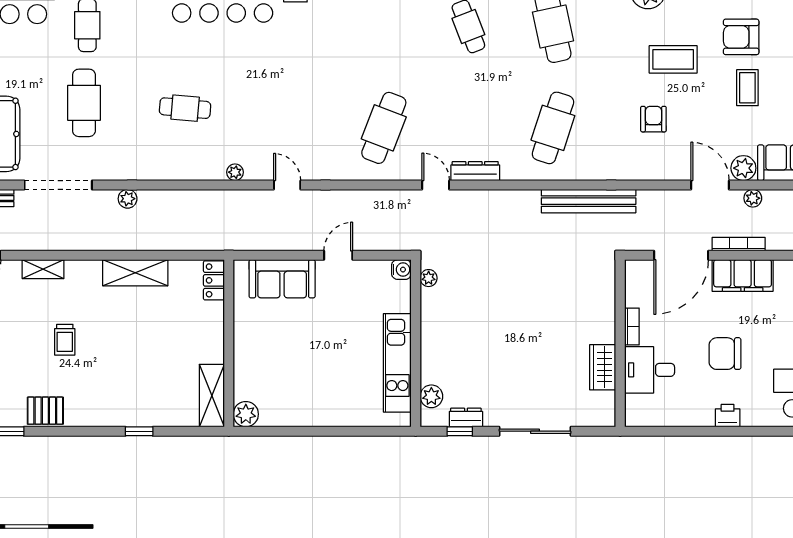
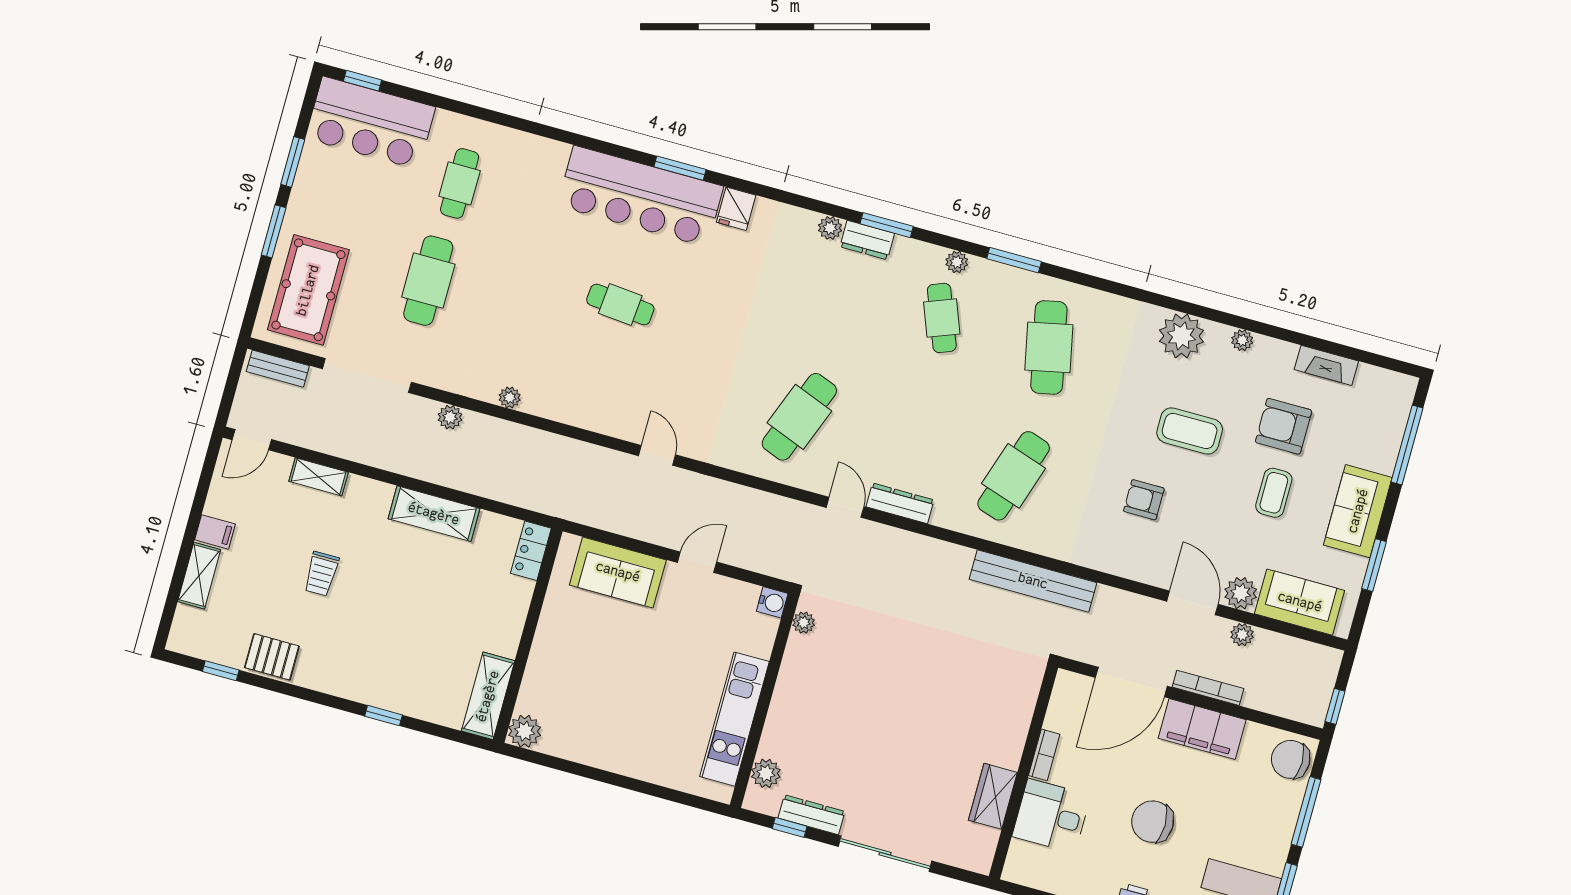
cafe table: (185, 108) -> (620, 304), moved
armchair: (653, 119) -> (1144, 500), turned -90
plant: (235, 172) -> (510, 397), moved
dresser: (466, 417) -> (811, 815), width x1.44

